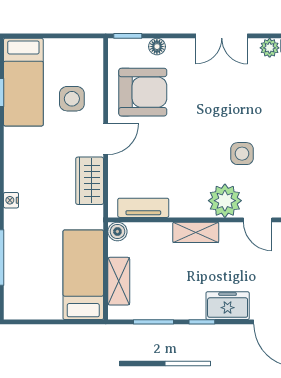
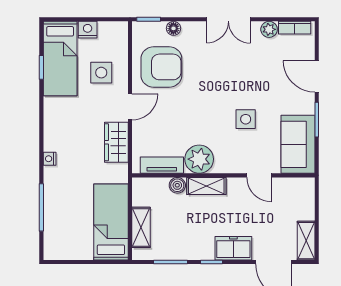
nightstand: (56, 48) -> (88, 30), added
plant: (225, 201) -> (199, 159), moved
boiler: (117, 232) -> (177, 185), moved

